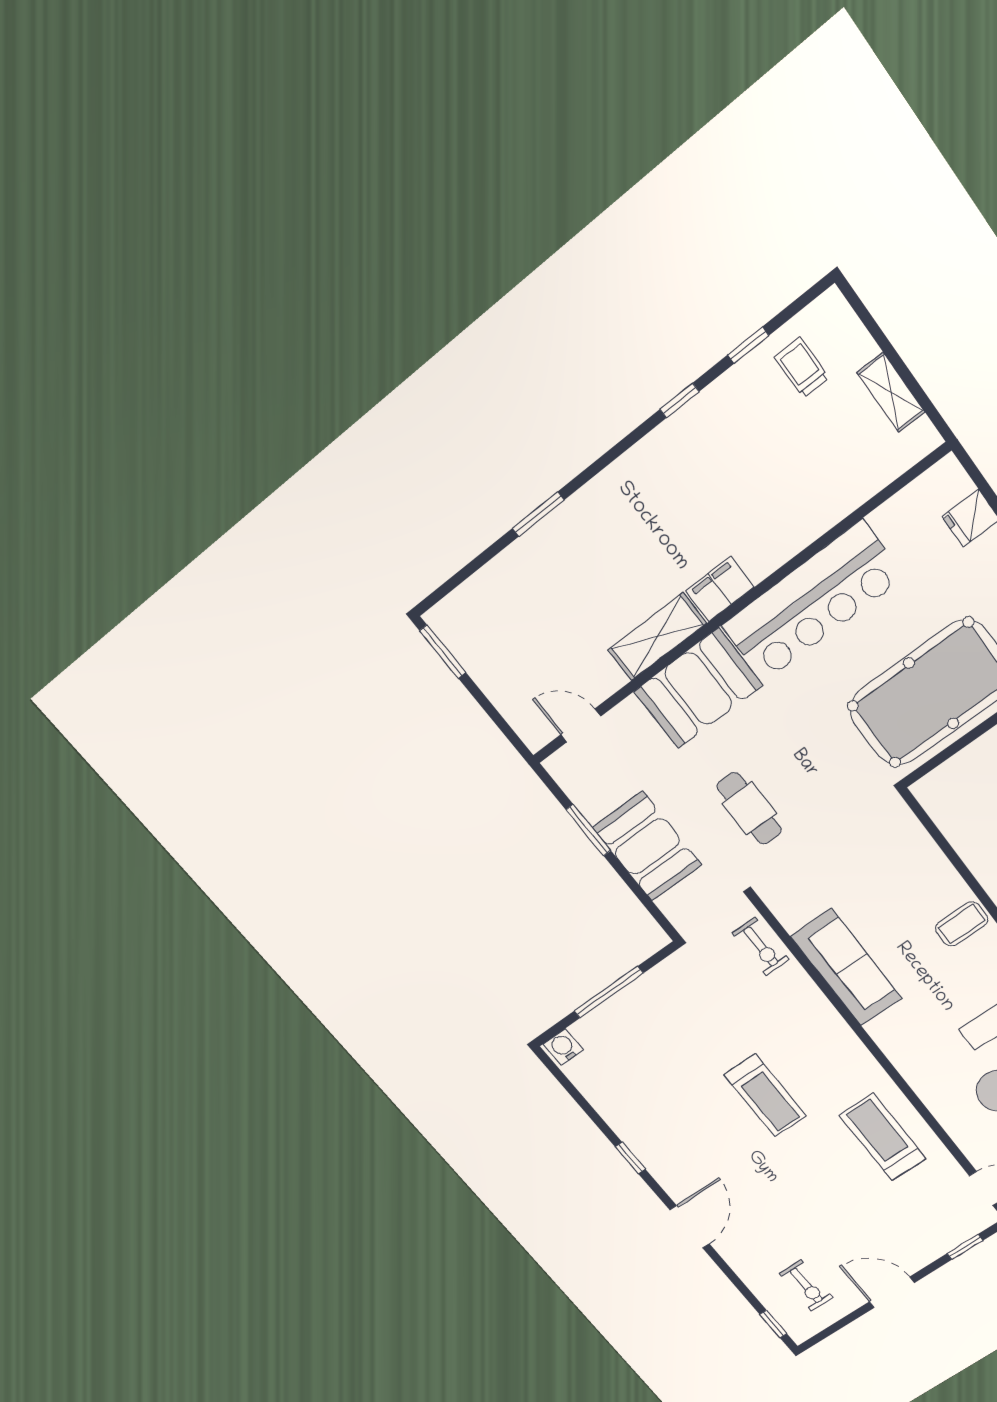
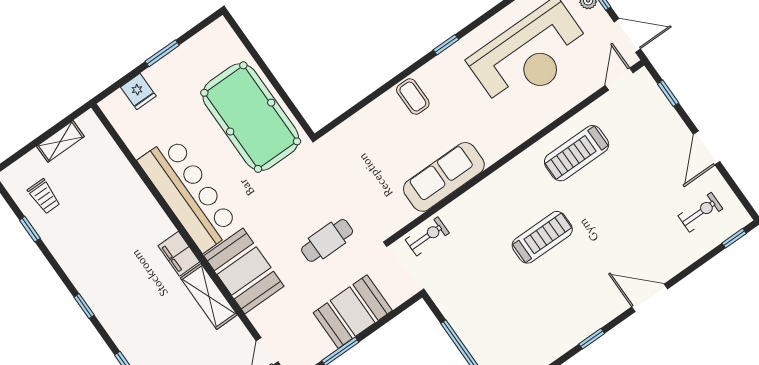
trolley: (802, 368) -> (44, 196), turned -90
window: (679, 400) -> (84, 306), moved

